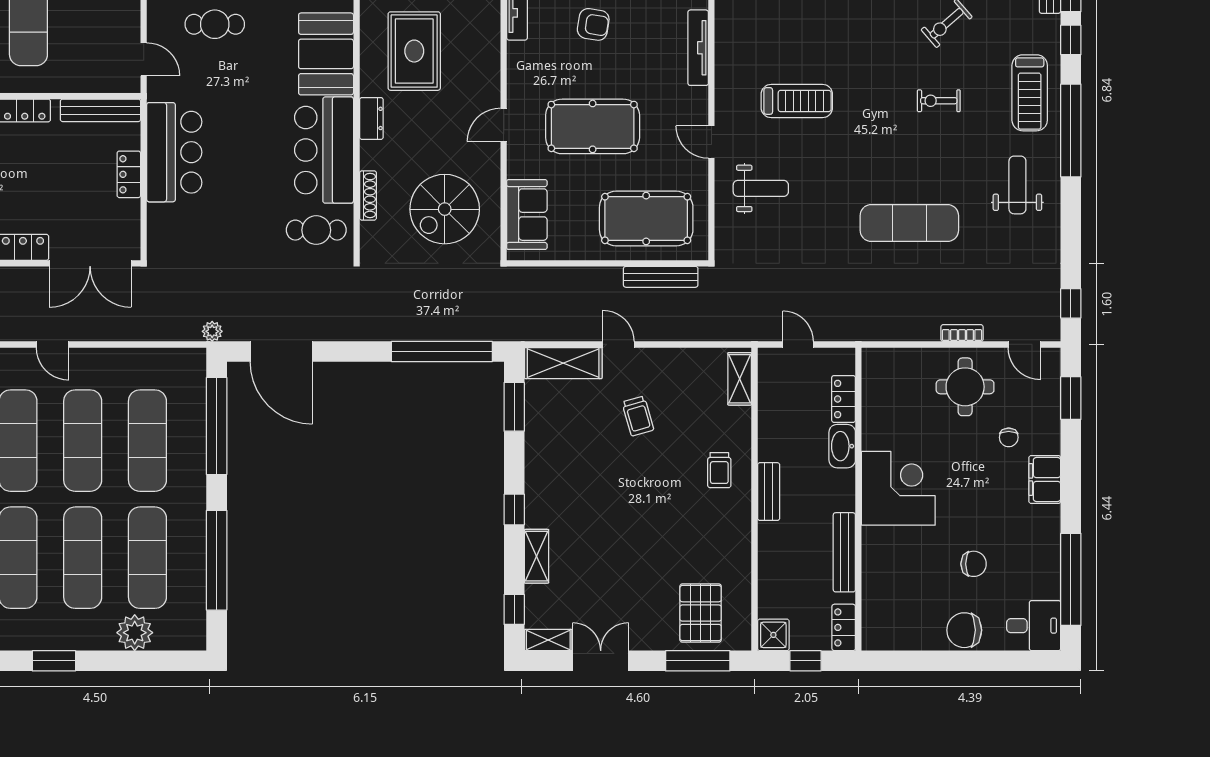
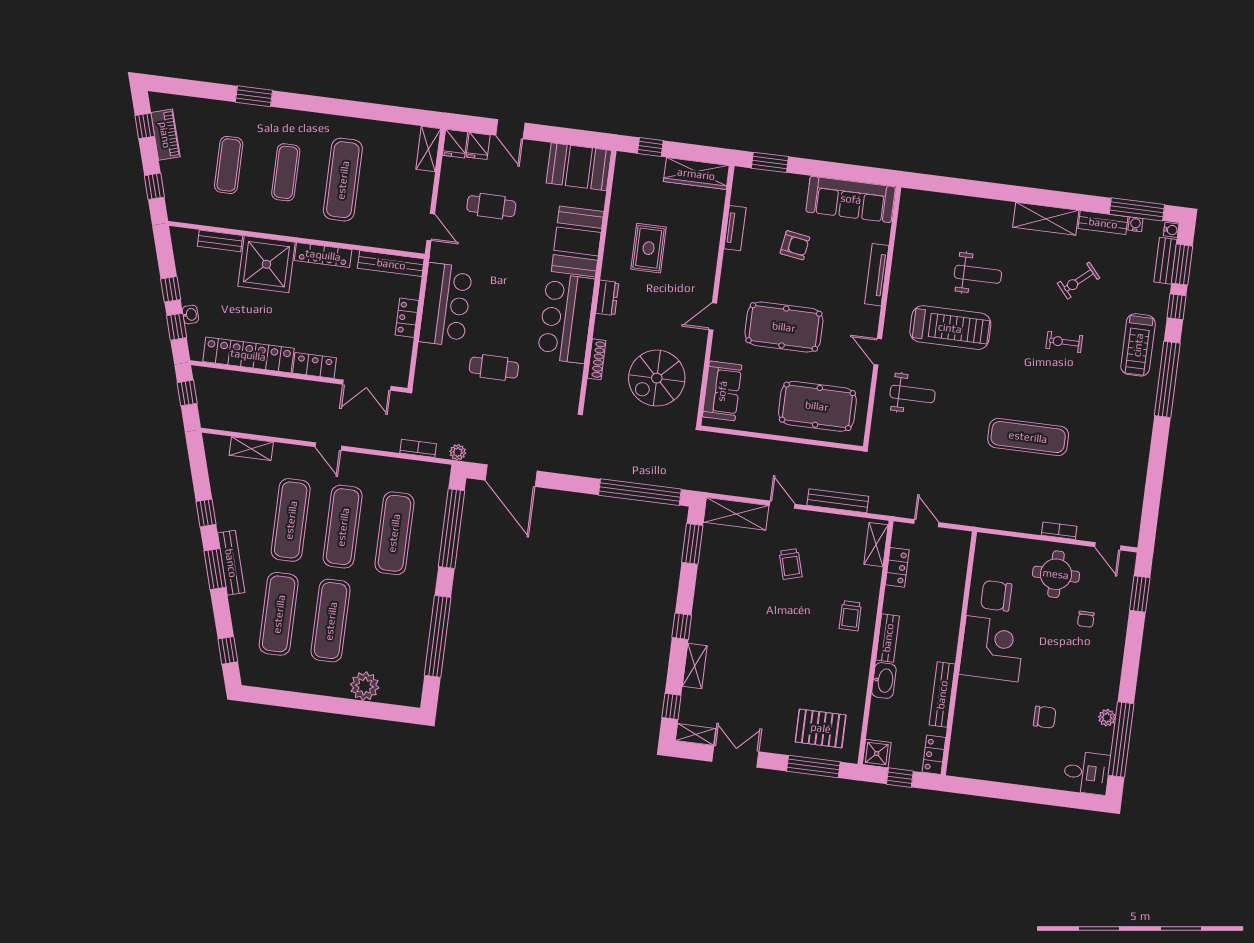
rug: (414, 51) -> (649, 248), width x0.73, depth x0.70
treadmill: (797, 101) -> (950, 328), width x1.37, depth x1.38
weight bench: (1017, 185) -> (978, 274), moved, turned 90
cafe table: (316, 230) -> (494, 368), moved
double door: (90, 263) -> (367, 385), width x0.73
bench: (661, 277) -> (838, 501), moved
window: (1071, 303) -> (1149, 518), removed
bookcase: (163, 333) -> (418, 448), added
locker: (844, 399) -> (897, 567), moved, turned 180
washbasin: (842, 446) -> (884, 680), moved, turned 180
filing cabinet: (1045, 479) -> (1110, 657), removed
plant: (1050, 555) -> (1107, 718), added
exercise mat: (147, 558) -> (382, 627), removed
pallet: (701, 613) -> (821, 728), turned 90
chair: (964, 630) -> (996, 596), moved
window: (54, 661) -> (297, 700), removed

